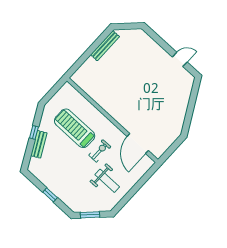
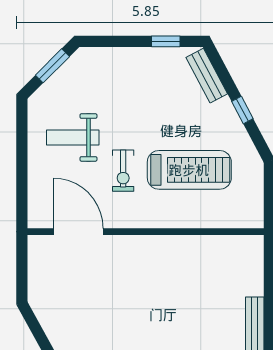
bench: (39, 144) -> (207, 76), moved
window: (50, 195) -> (166, 41), moved

